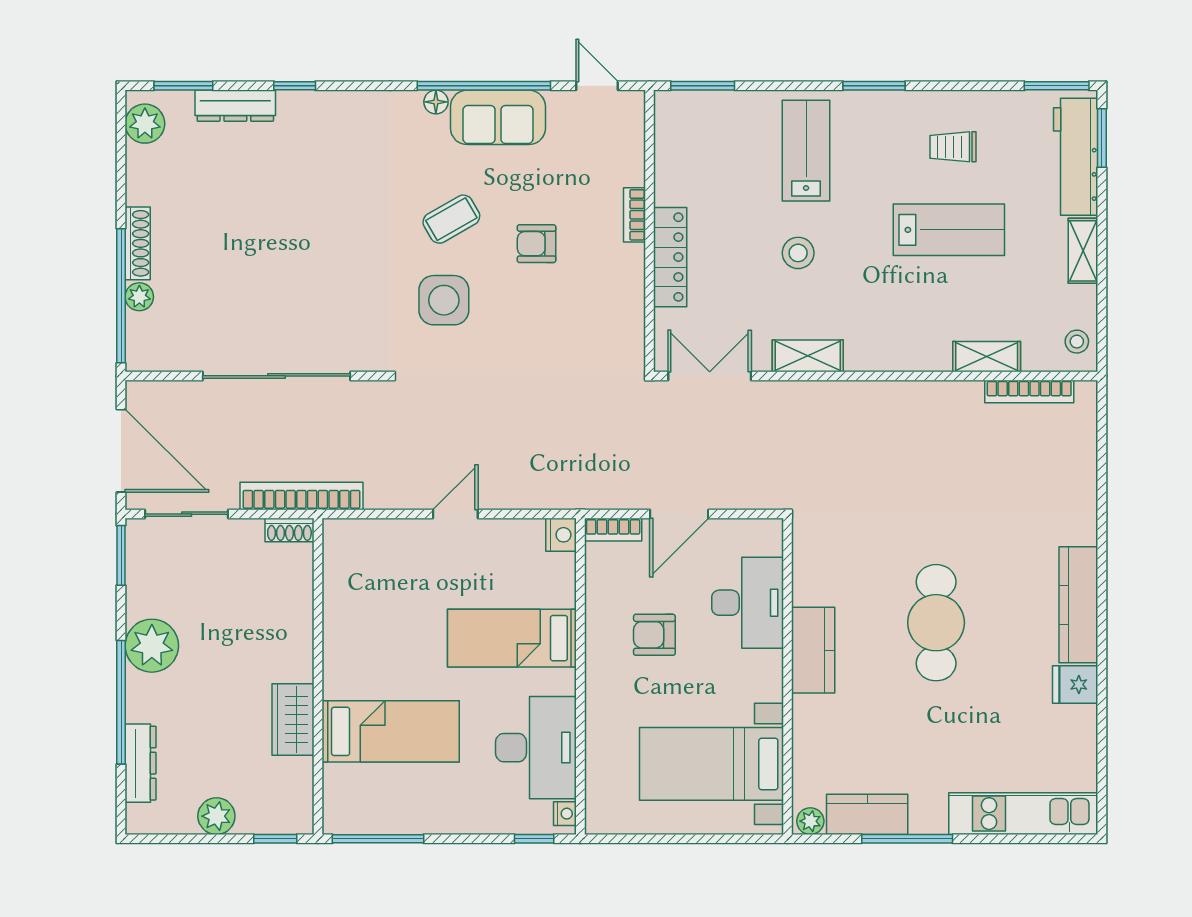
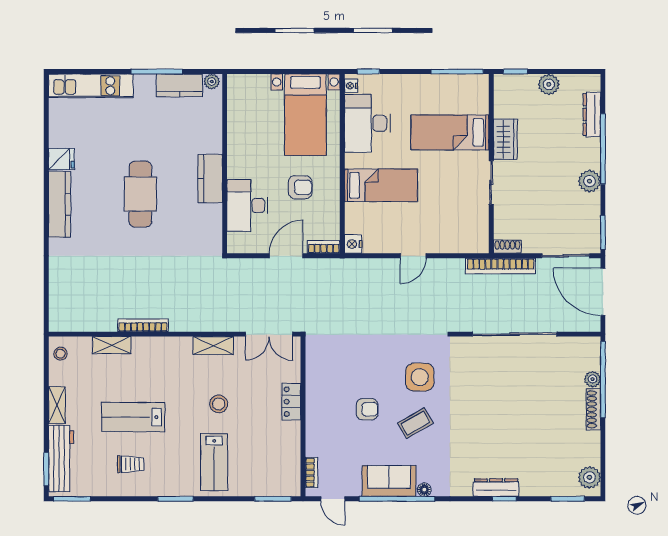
dresser: (235, 106) -> (496, 488), moved
bookcase: (634, 215) -> (312, 473), moved
locker: (670, 257) -> (291, 402), width x0.66
bookcase: (1029, 391) -> (143, 325), moved
sliding door: (318, 643) -> (491, 182), added
plant: (152, 646) -> (589, 181), width x0.73, depth x0.73
bed with nightstands: (712, 764) -> (305, 115), moved, turned 90

